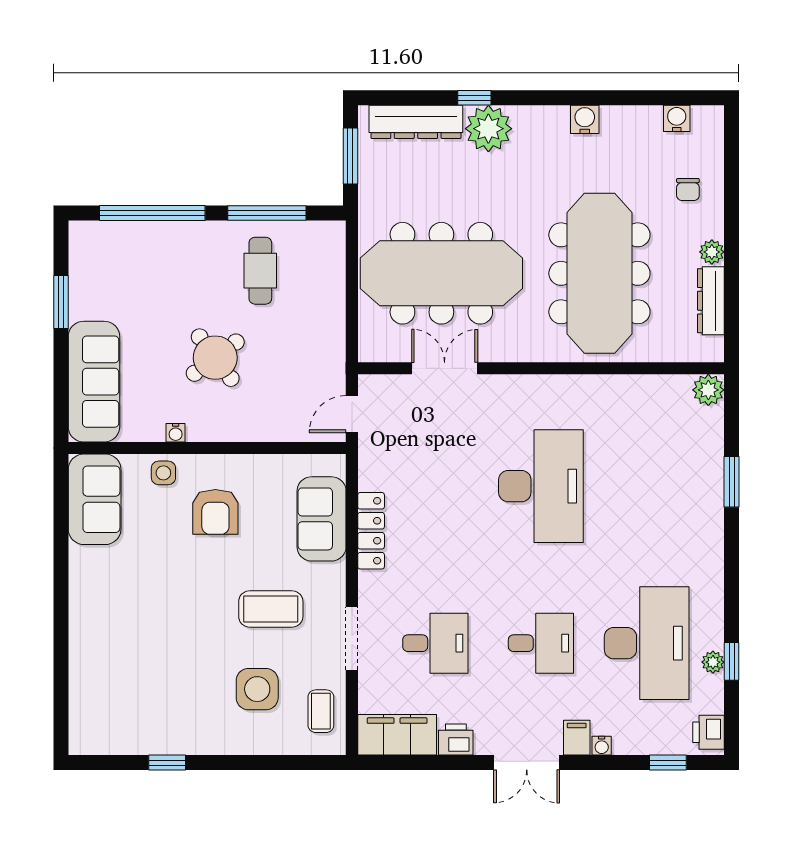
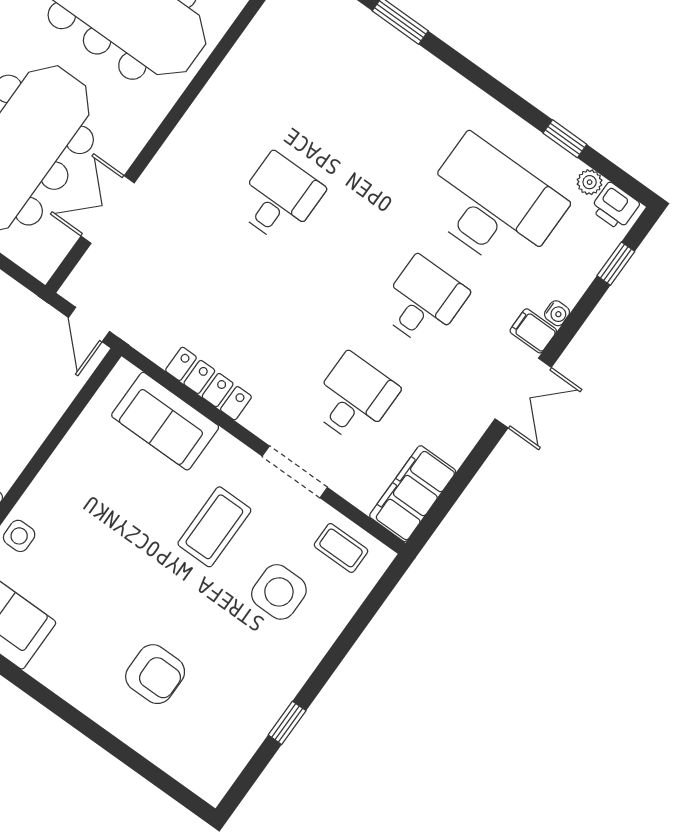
desk: (541, 486) -> (279, 198), width x0.53, depth x0.77
armchair: (215, 512) -> (155, 674), moved
plant: (713, 662) -> (590, 182), moved
printer: (456, 740) -> (456, 443), removed

